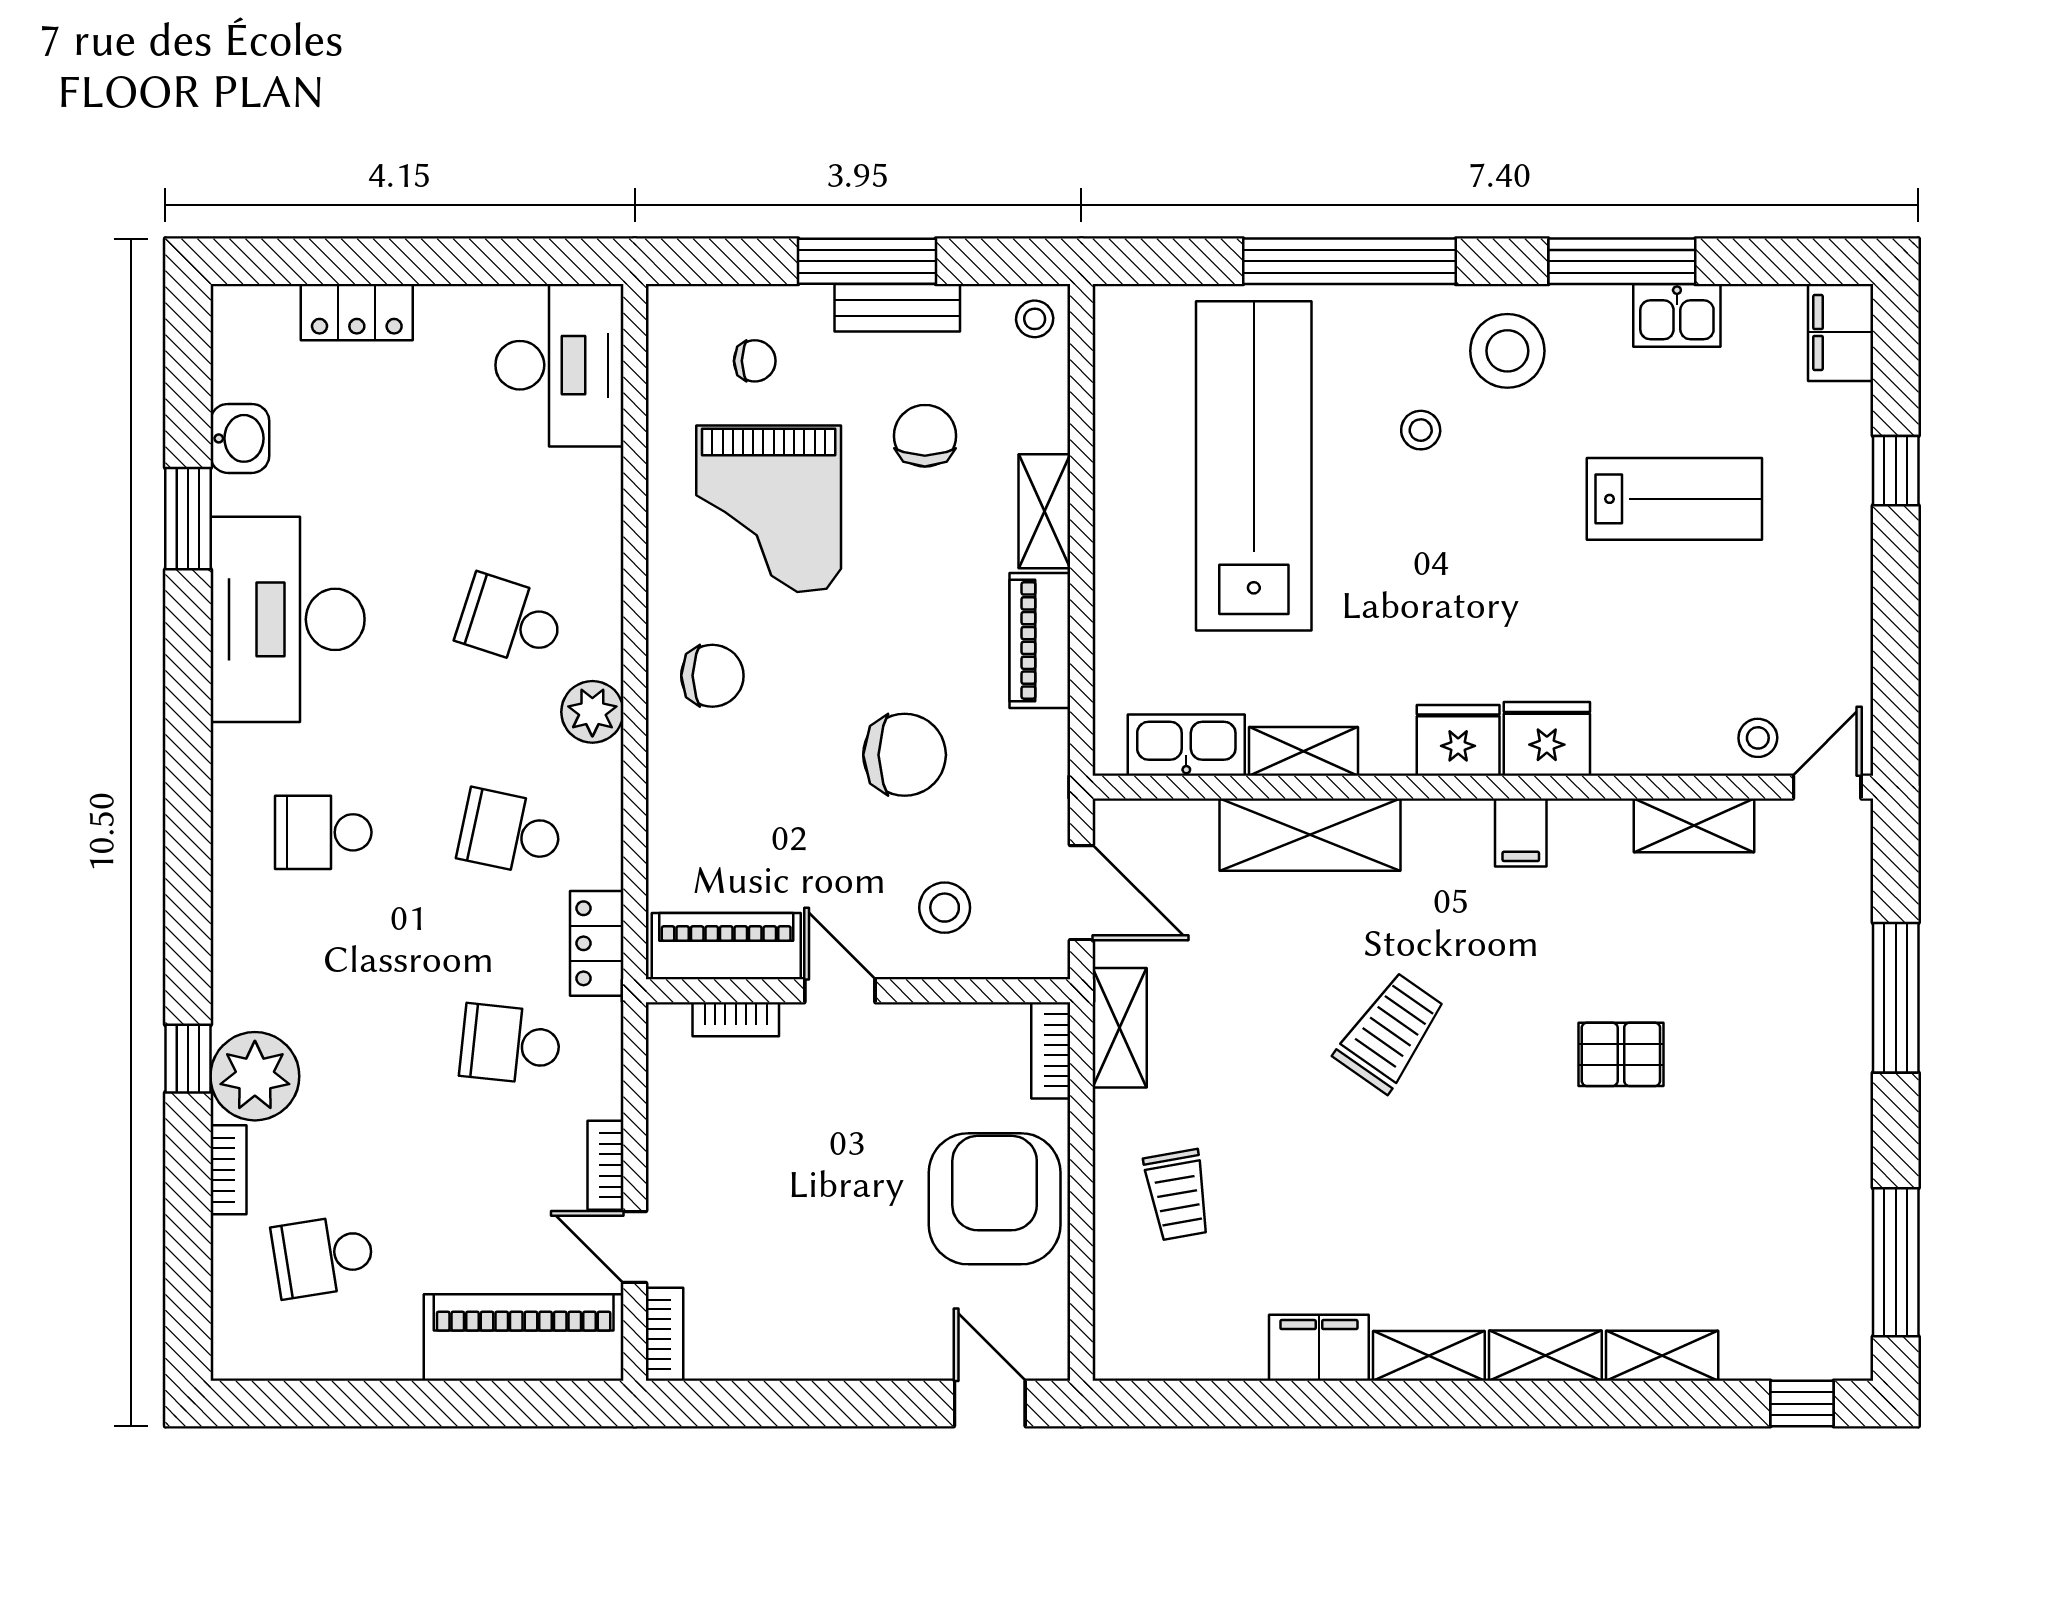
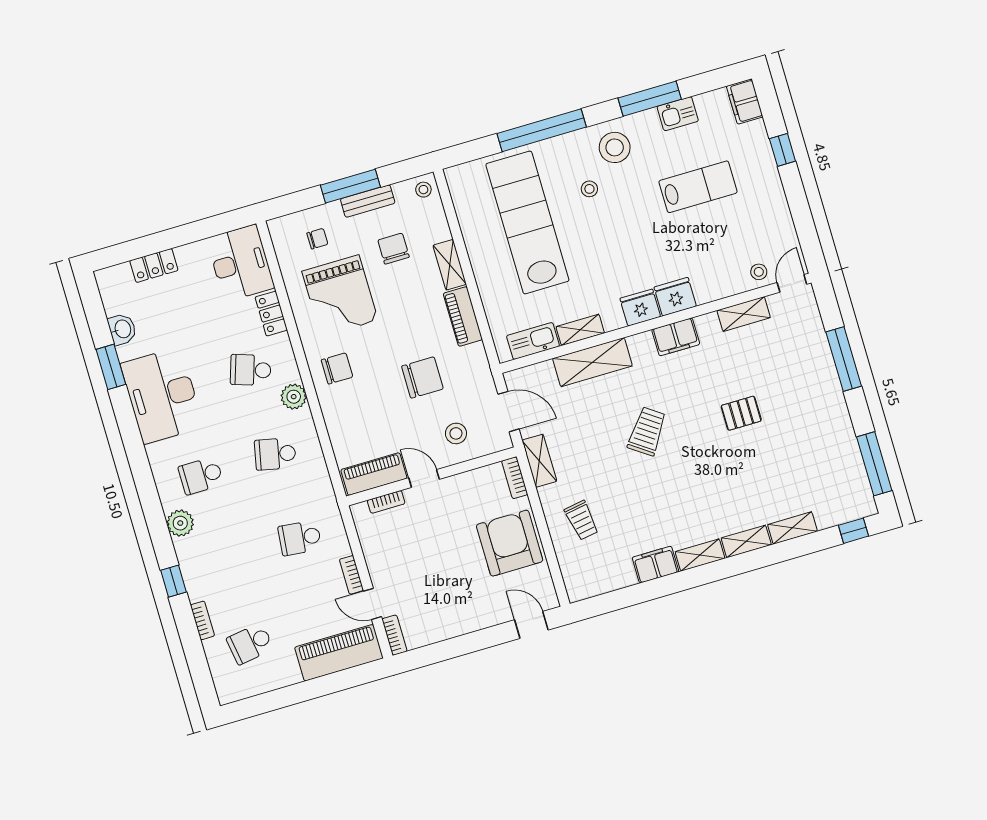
filing cabinet: (1521, 833) -> (676, 337), width x2.00
locker: (597, 943) -> (271, 314), moved
plant: (255, 1076) -> (180, 523), moved, width x0.73, depth x0.73

